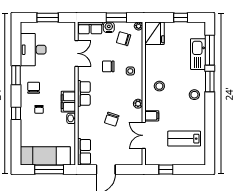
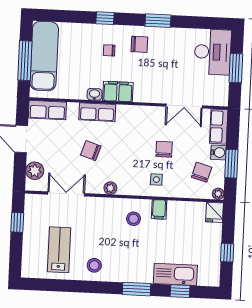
fridge: (154, 33) -> (215, 212), width x0.53, depth x0.75
desk: (33, 50) -> (213, 52), moved, turned 90
window: (210, 50) -> (180, 291), width x0.46
row of seats: (84, 93) -> (97, 112), moved
stool: (194, 95) -> (94, 265), moved
filing cabinet: (152, 116) -> (159, 209), moved
plant: (128, 159) -> (35, 171), added

